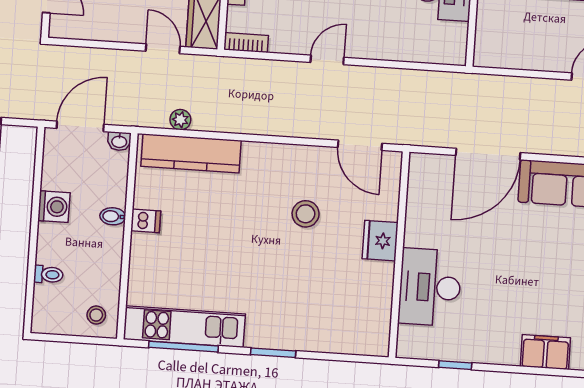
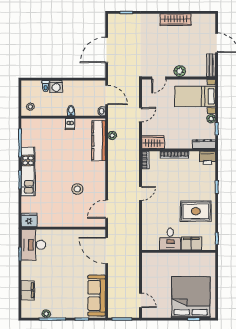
door: (163, 49) -> (141, 115), moved
door: (327, 60) -> (141, 193), hinge flipped
door: (488, 154) -> (107, 251), moved
washing machine: (54, 207) -> (56, 86), moved
fridge: (380, 241) -> (29, 220), moved
desk: (430, 287) -> (33, 245), moved, turned -90
kitchen unit: (184, 327) -> (28, 172), moved

